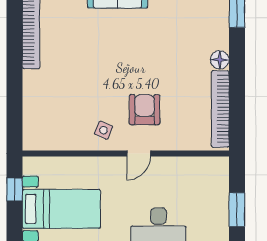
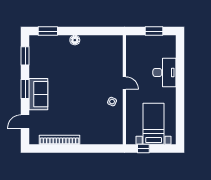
bookcase: (220, 109) -> (101, 40), removed
armchair: (145, 110) -> (101, 80), removed

